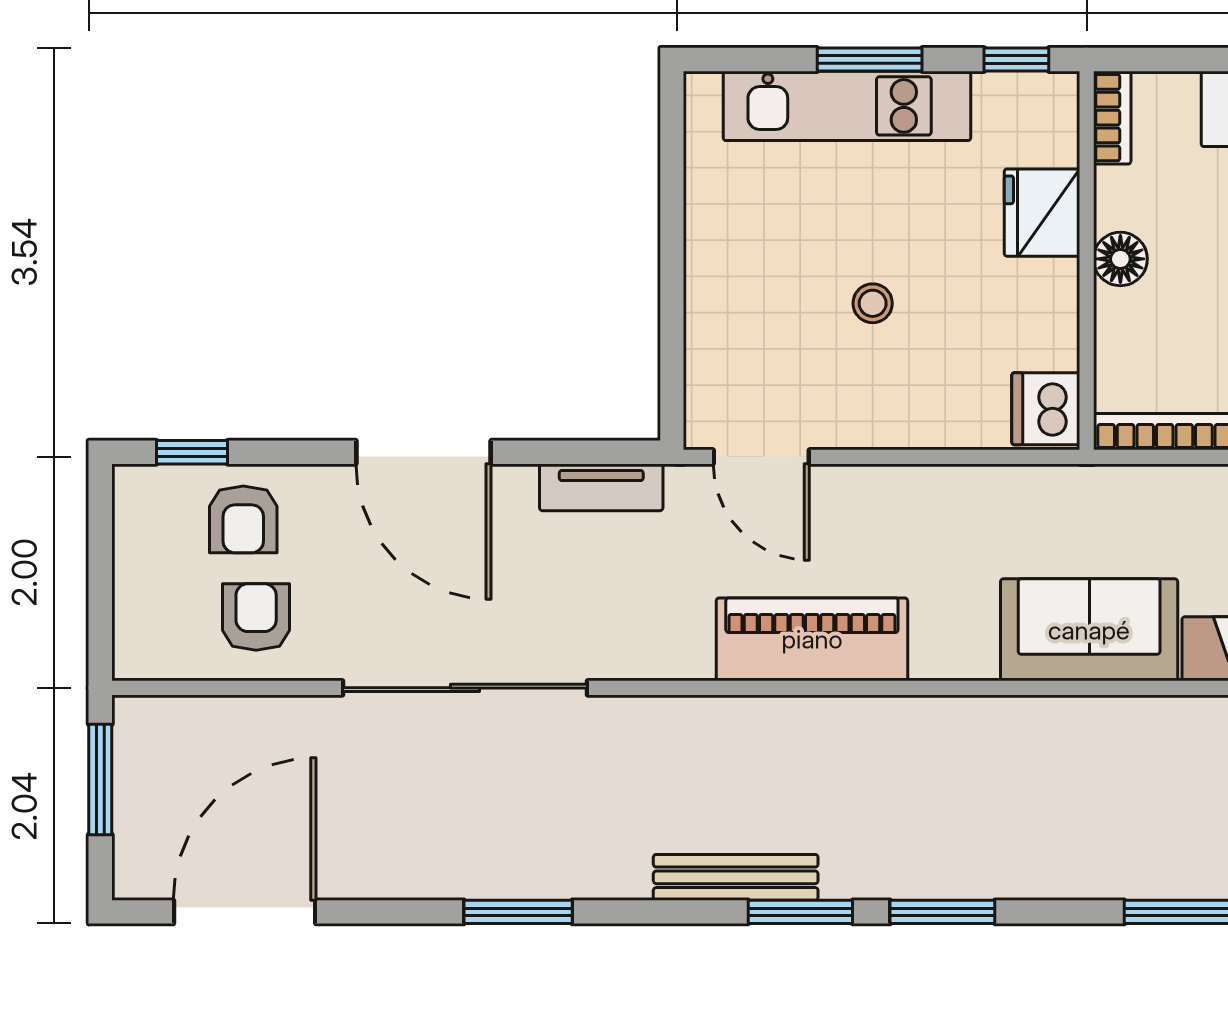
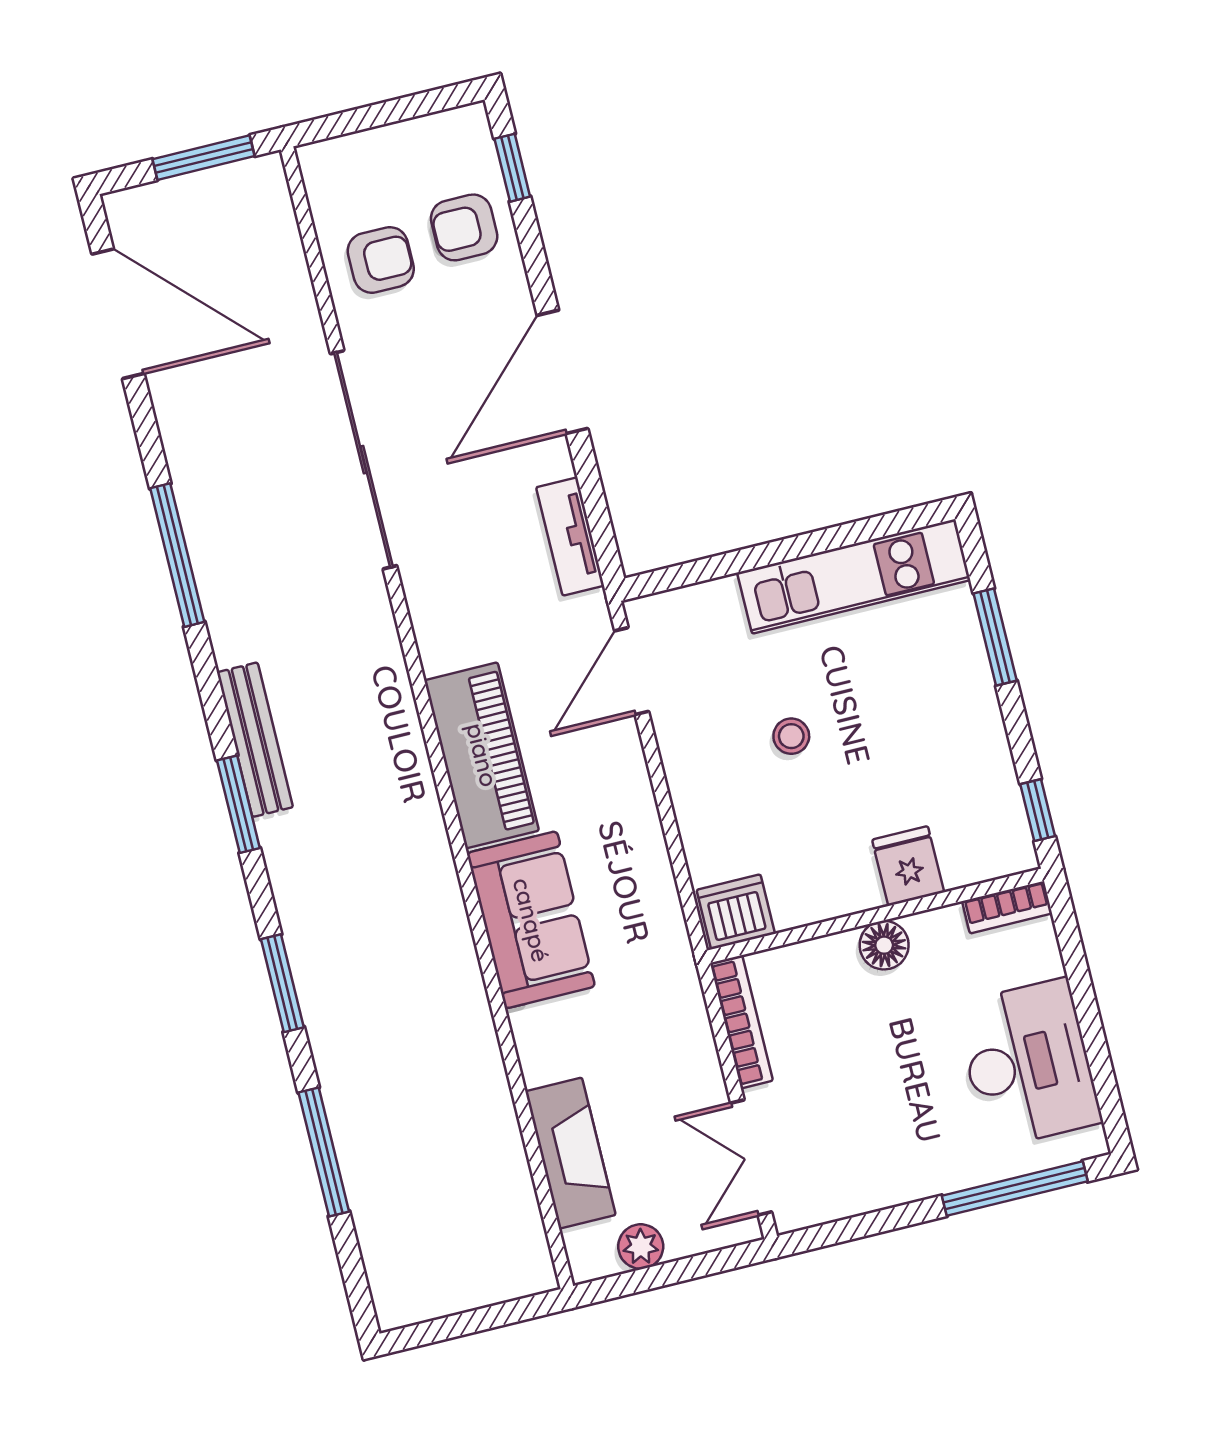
window: (870, 60) -> (995, 637), moved
kitchen unit: (847, 106) -> (854, 576), moved, turned -90
fridge: (1042, 213) -> (908, 866), width x0.72
sofa: (1089, 630) -> (531, 920), moved
window: (518, 912) -> (177, 555), width x1.44
window: (942, 912) -> (282, 983), moved

